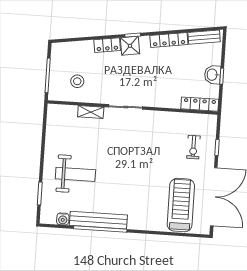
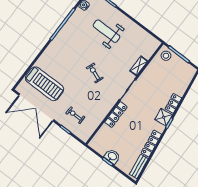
stool: (77, 81) -> (166, 56), moved
locker: (200, 104) -> (116, 115), moved
exercise bike: (131, 157) -> (95, 73), added
weight bench: (75, 174) -> (107, 31), turned 90
bench: (98, 220) -> (69, 27), removed

